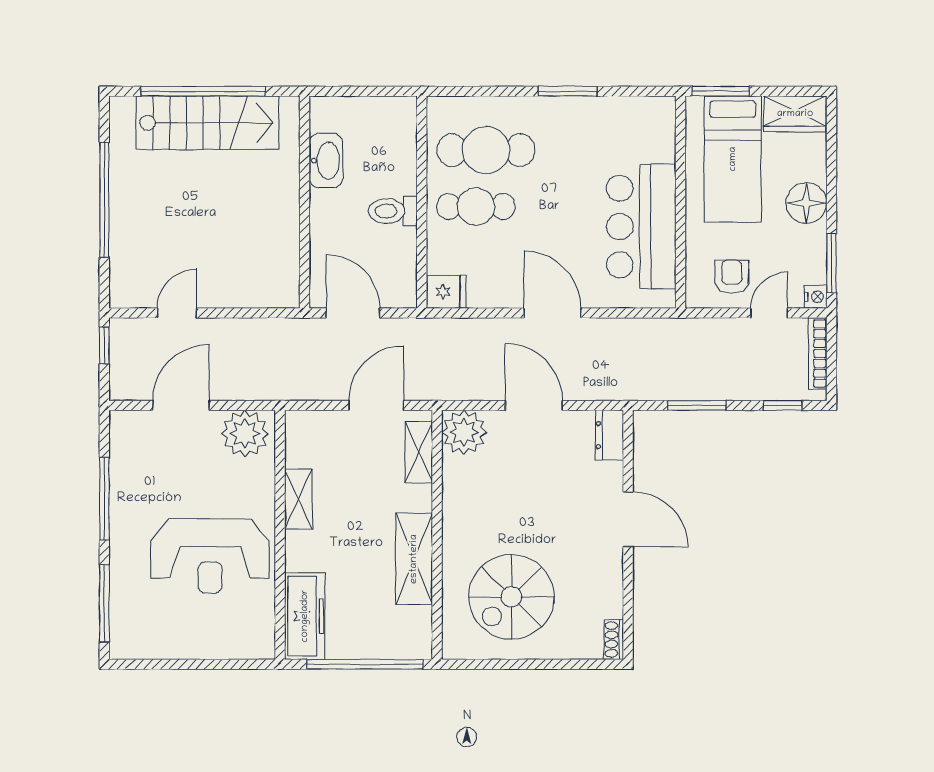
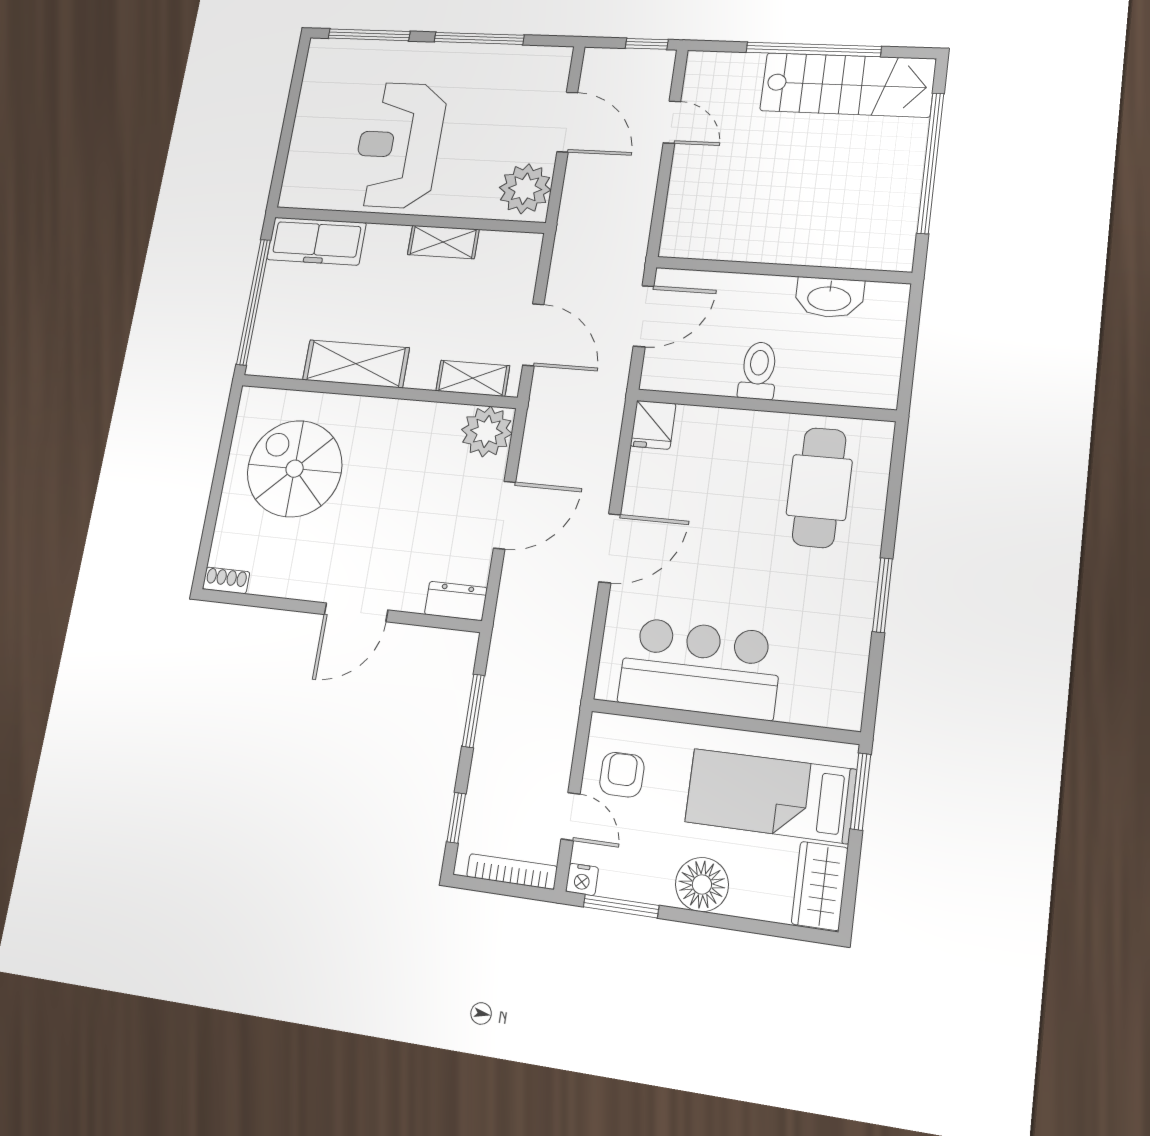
stairs: (208, 123) -> (847, 85), moved, turned -90
cafe table: (476, 207) -> (751, 469), removed
armchair: (732, 277) -> (622, 775), turned -90

